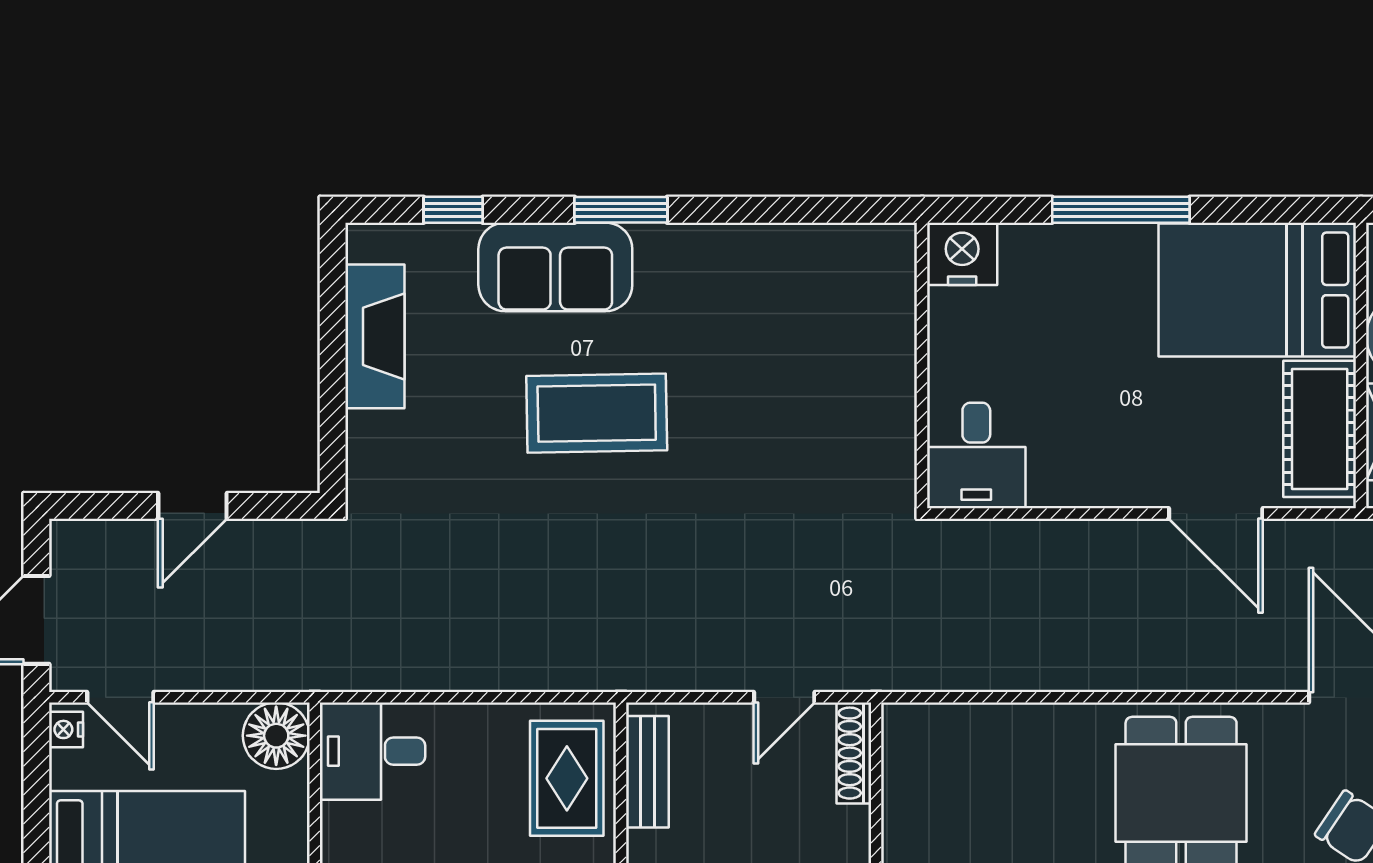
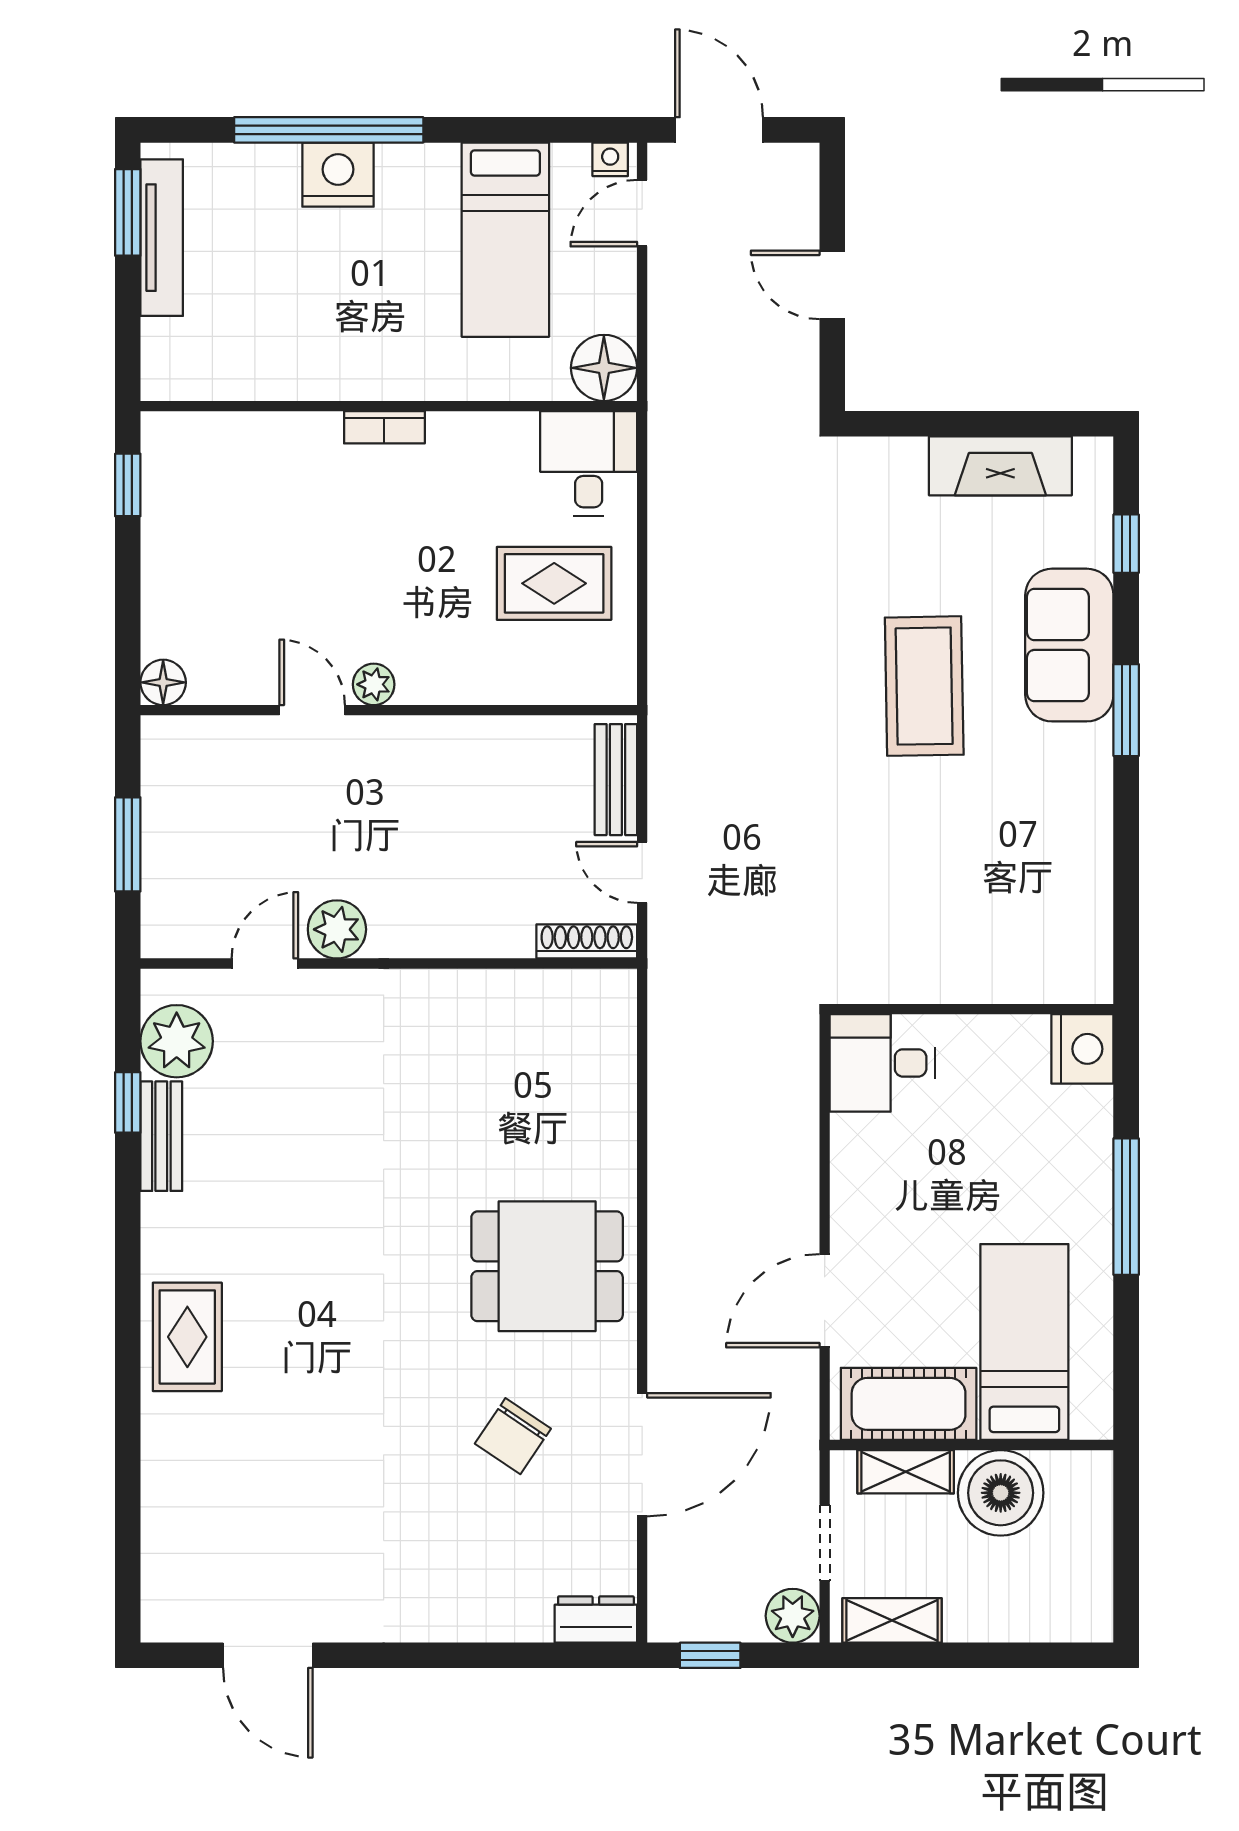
bed: (1257, 290) -> (1024, 1342), width x0.67
bench: (647, 772) -> (616, 780), moved, turned 90
rug: (567, 778) -> (554, 583), moved

